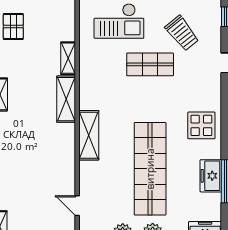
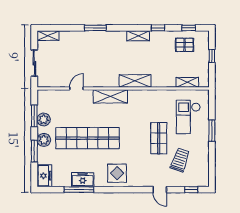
trolley: (182, 33) -> (180, 160), turned 148
shelving: (68, 58) -> (187, 82), moved
door: (77, 206) -> (77, 88), moved

